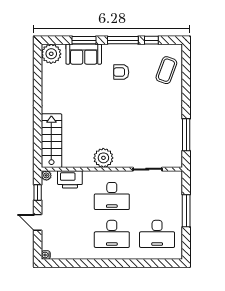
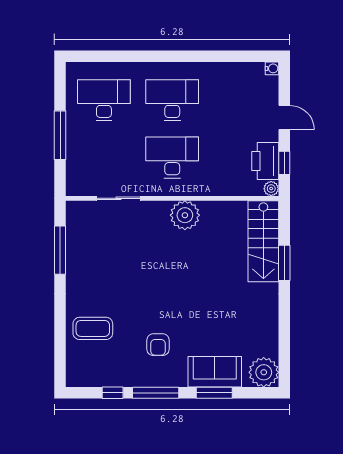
coffee table: (166, 70) -> (93, 328), moved, turned 70
armchair: (121, 72) -> (158, 345), turned 90
window: (38, 126) -> (284, 263), added
printer: (70, 179) -> (265, 161), moved, turned -90

